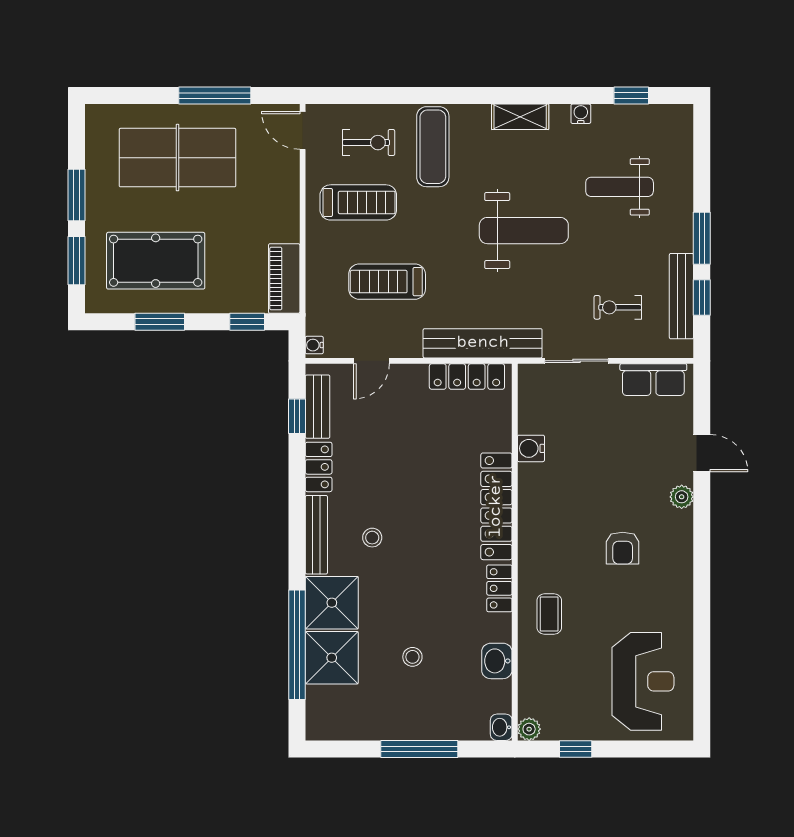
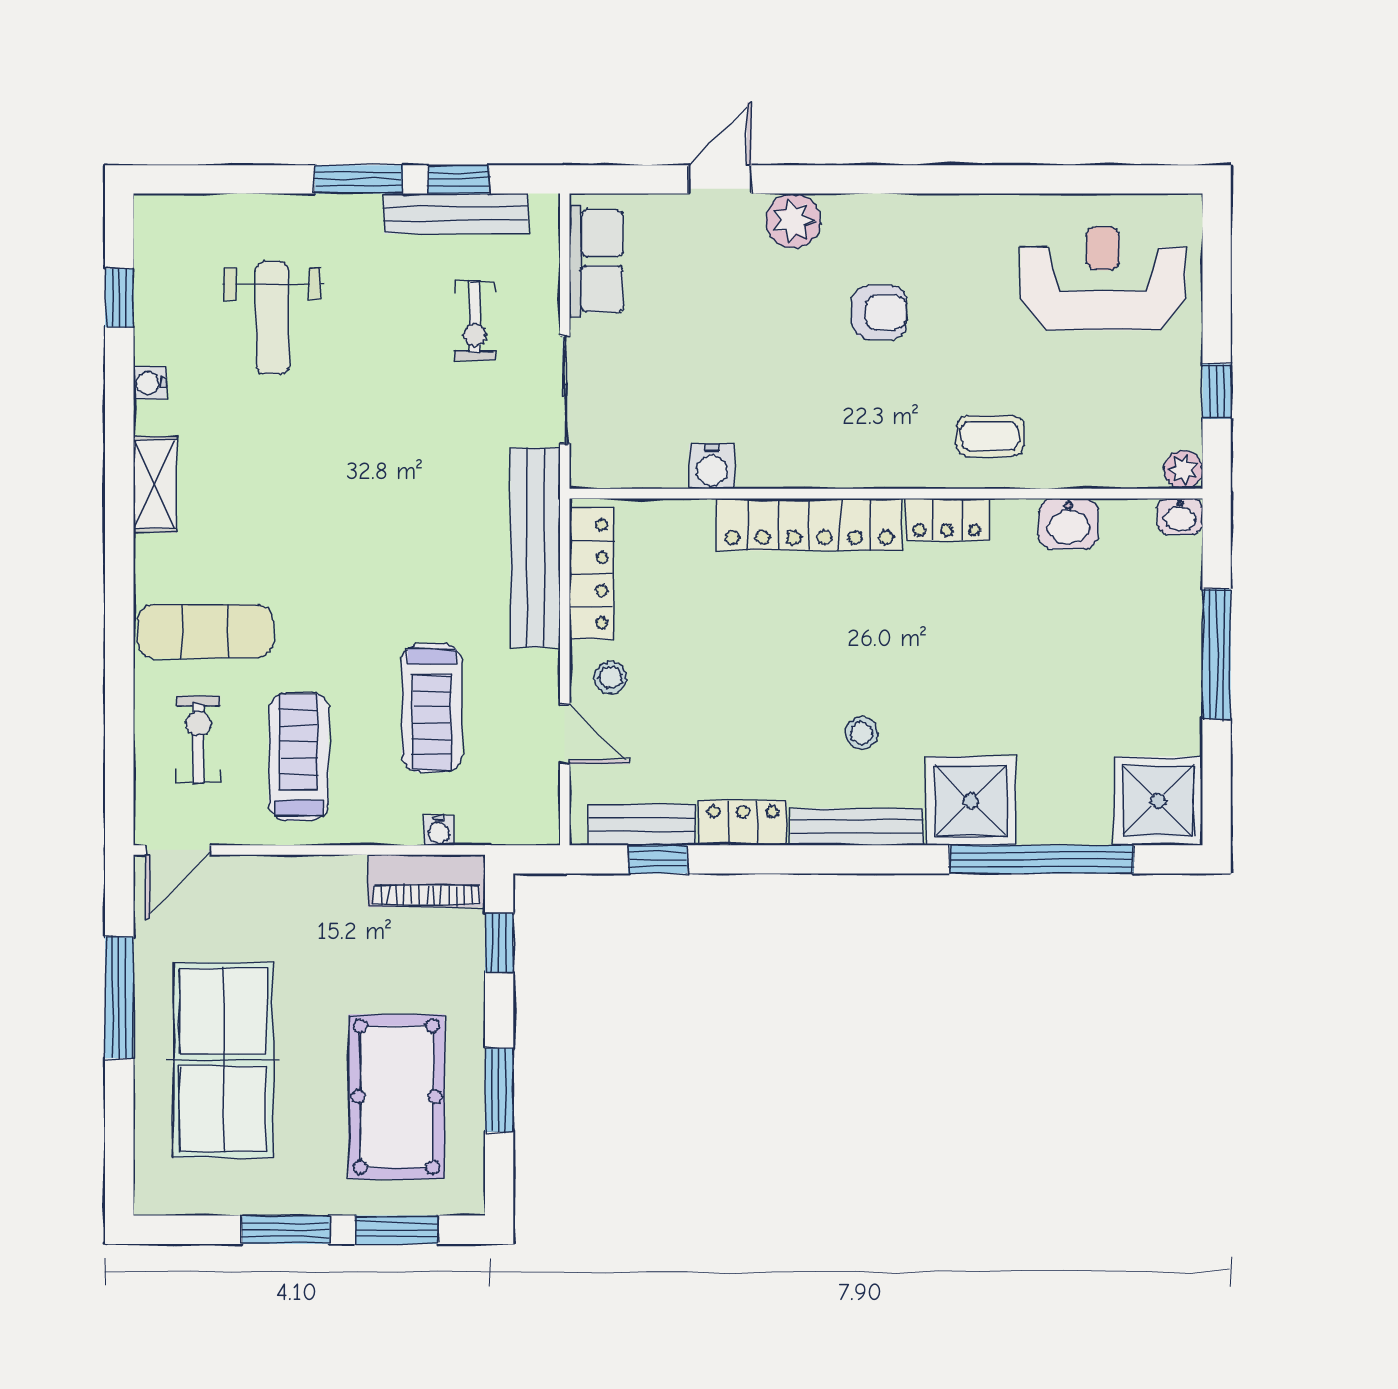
weight bench: (524, 231) -> (346, 478), removed
water cooler: (314, 345) -> (439, 830), moved
plant: (682, 497) -> (793, 221), width x1.38, depth x1.38
stool: (412, 657) -> (611, 677), moved
shower: (332, 658) -> (1158, 801), moved

